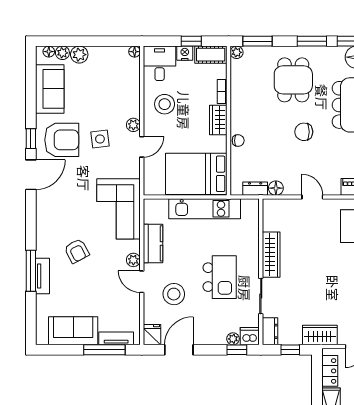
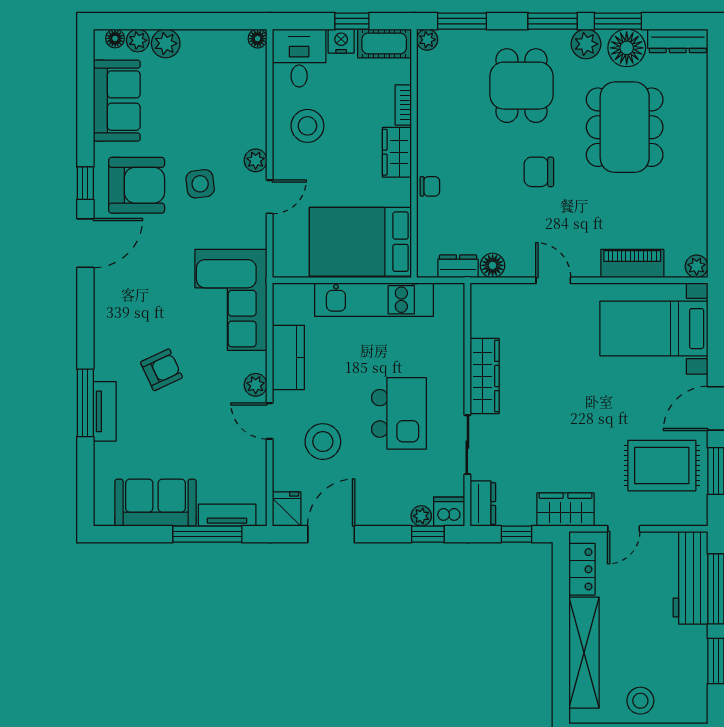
plant: (332, 55) -> (586, 44), added
armchair: (77, 251) -> (161, 370), turned -87

